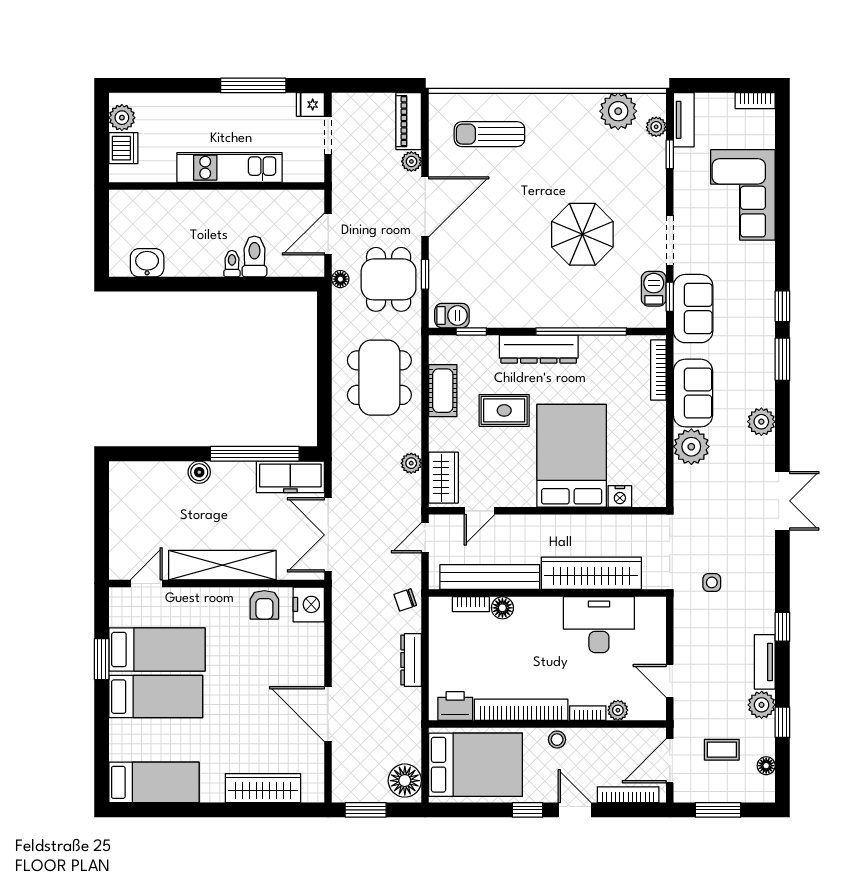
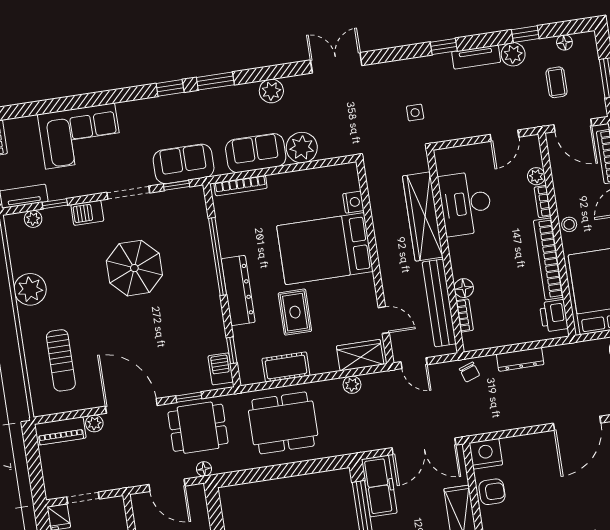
plant: (618, 111) -> (30, 289), moved
barbecue: (654, 289) -> (87, 213), moved

